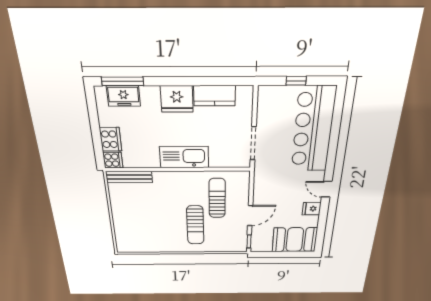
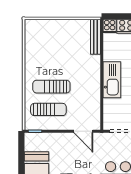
sun lounger: (217, 198) -> (48, 109), moved
door: (250, 216) -> (83, 131), moved

